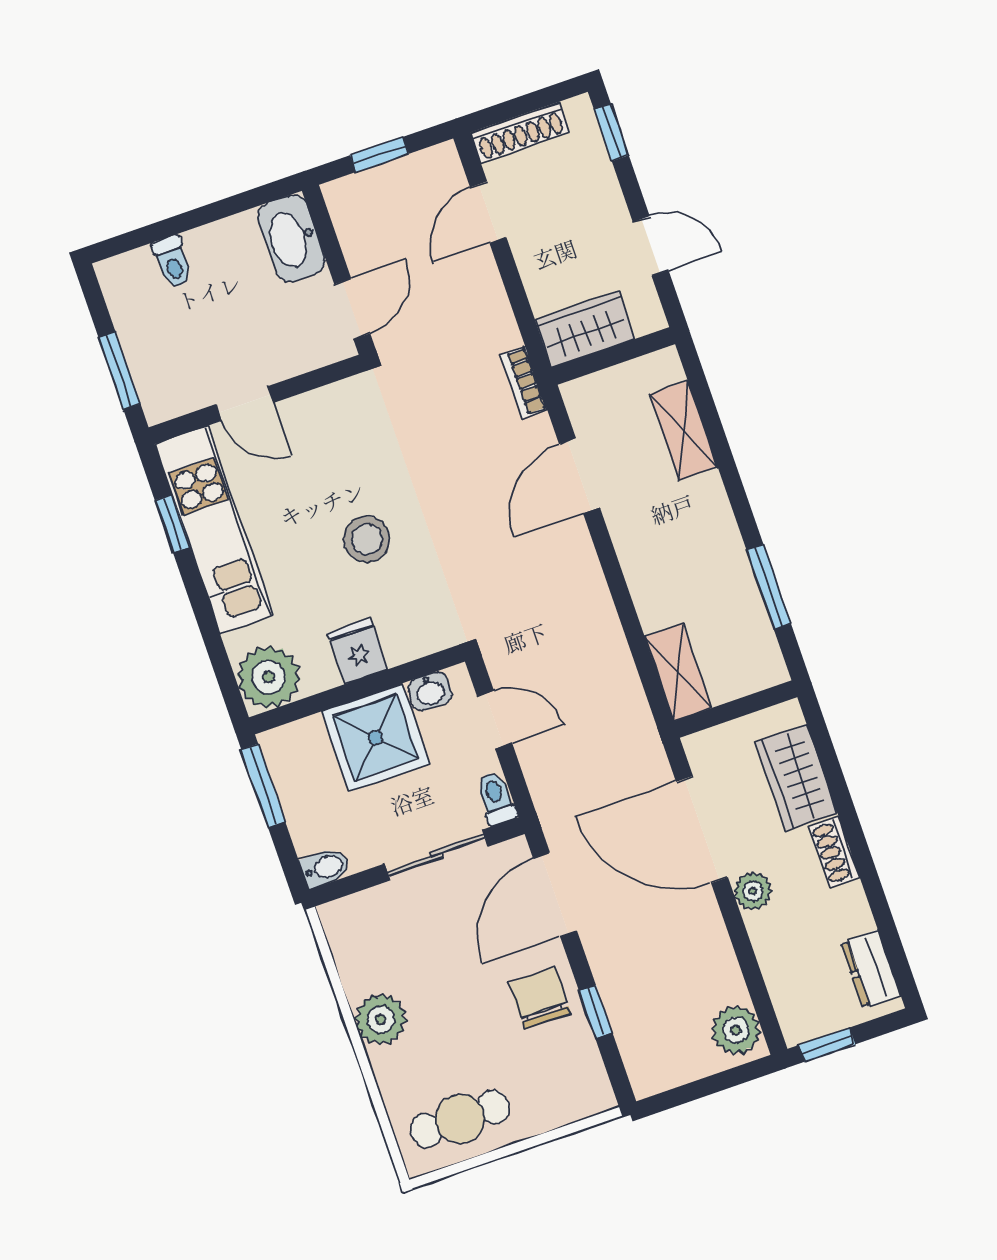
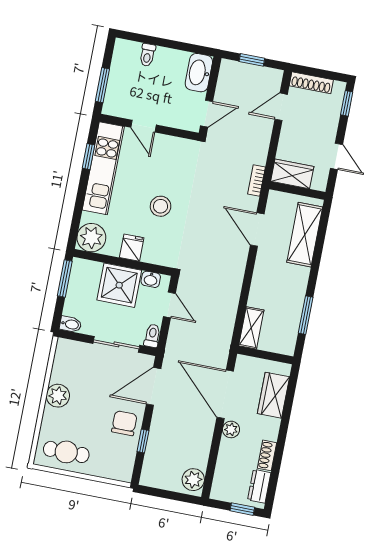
shelving: (683, 430) -> (305, 235), width x1.50, depth x1.33
door: (580, 476) -> (257, 229), hinge flipped
shoe rack: (834, 852) -> (267, 455), moved
window: (827, 1045) -> (242, 509), moved

